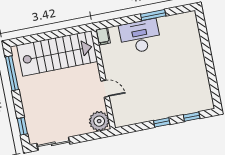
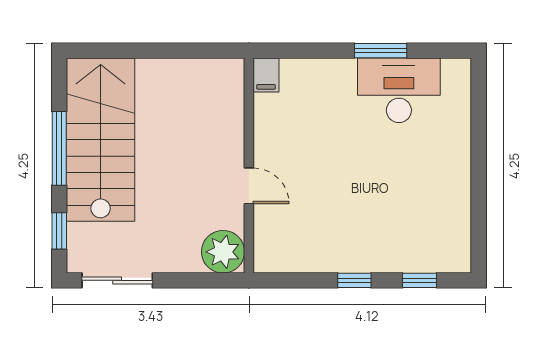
desk: (140, 36) -> (399, 90), moved
stairs: (57, 53) -> (101, 140), moved, turned -90
window: (12, 73) -> (59, 148), moved

